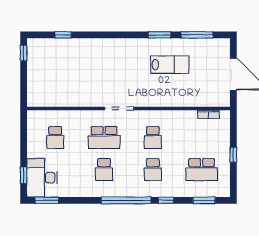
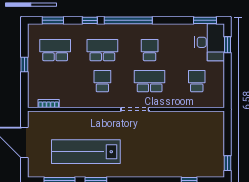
lab bench: (170, 65) -> (86, 152), width x1.86, depth x1.39
school desk: (153, 170) -> (102, 50), width x1.85

